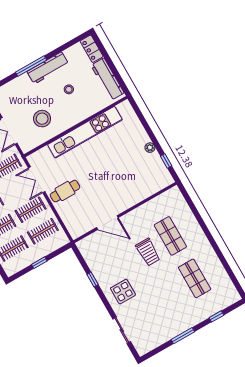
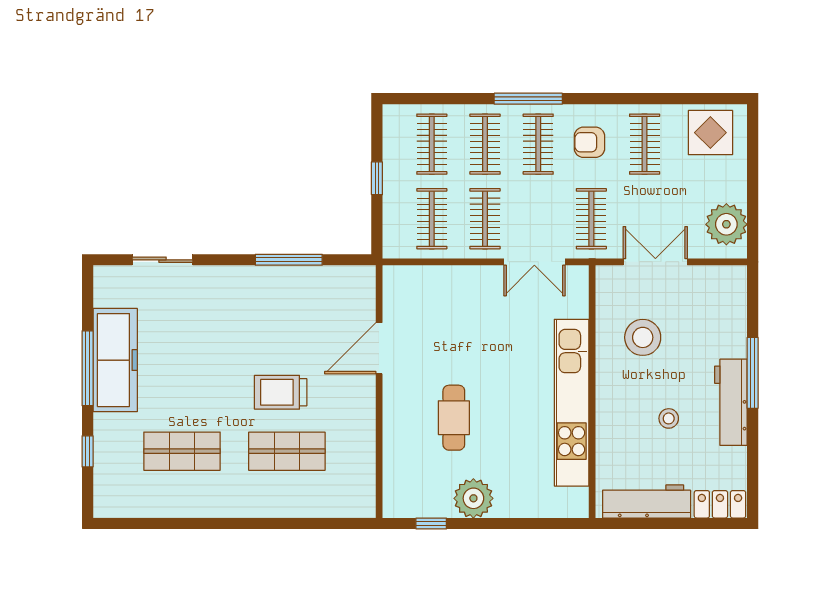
plant: (150, 148) -> (473, 498), width x1.88, depth x1.88
double door: (37, 180) -> (534, 262), swing flipped
cafe table: (65, 191) -> (454, 418), moved
window: (93, 279) -> (289, 260), width x2.17
display table: (123, 292) -> (234, 303), removed
freezer: (173, 326) -> (115, 360), added
window: (183, 336) -> (88, 368), width x1.44

